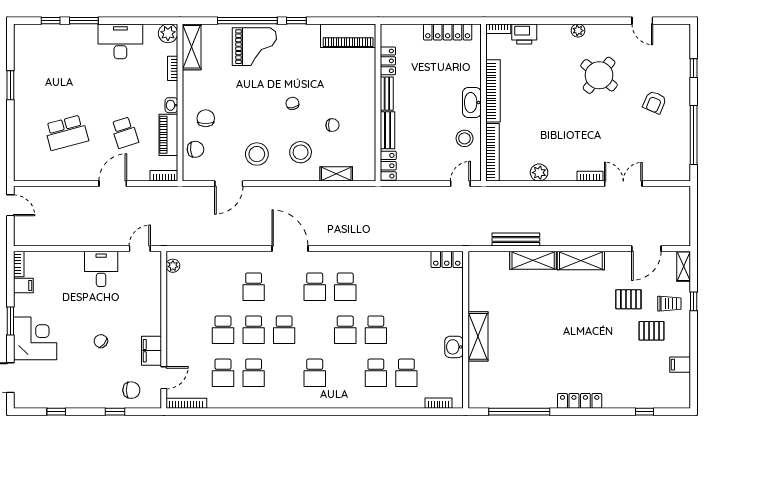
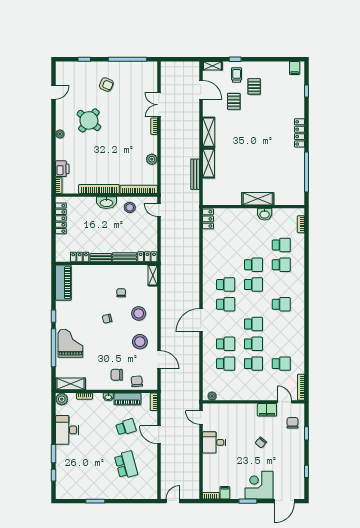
shelving: (336, 174) -> (153, 275), moved
filing cabinet: (680, 365) -> (295, 68), moved
school desk: (254, 373) -> (226, 364), moved

